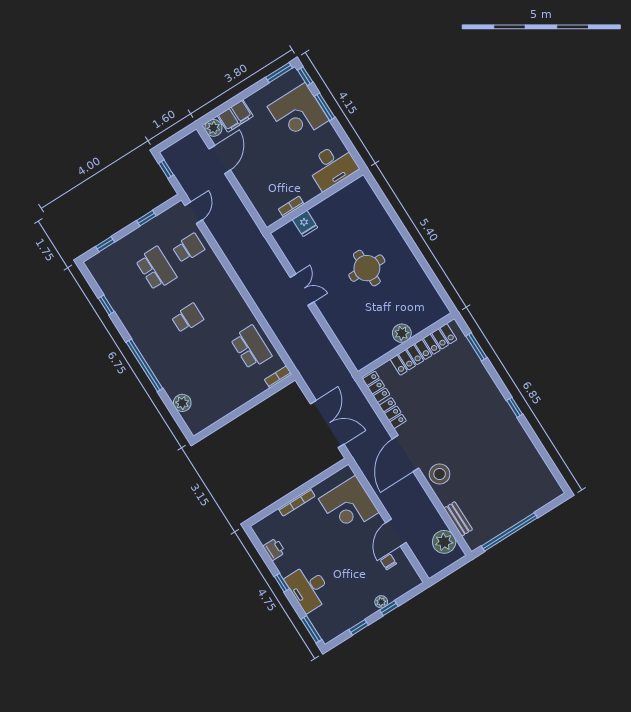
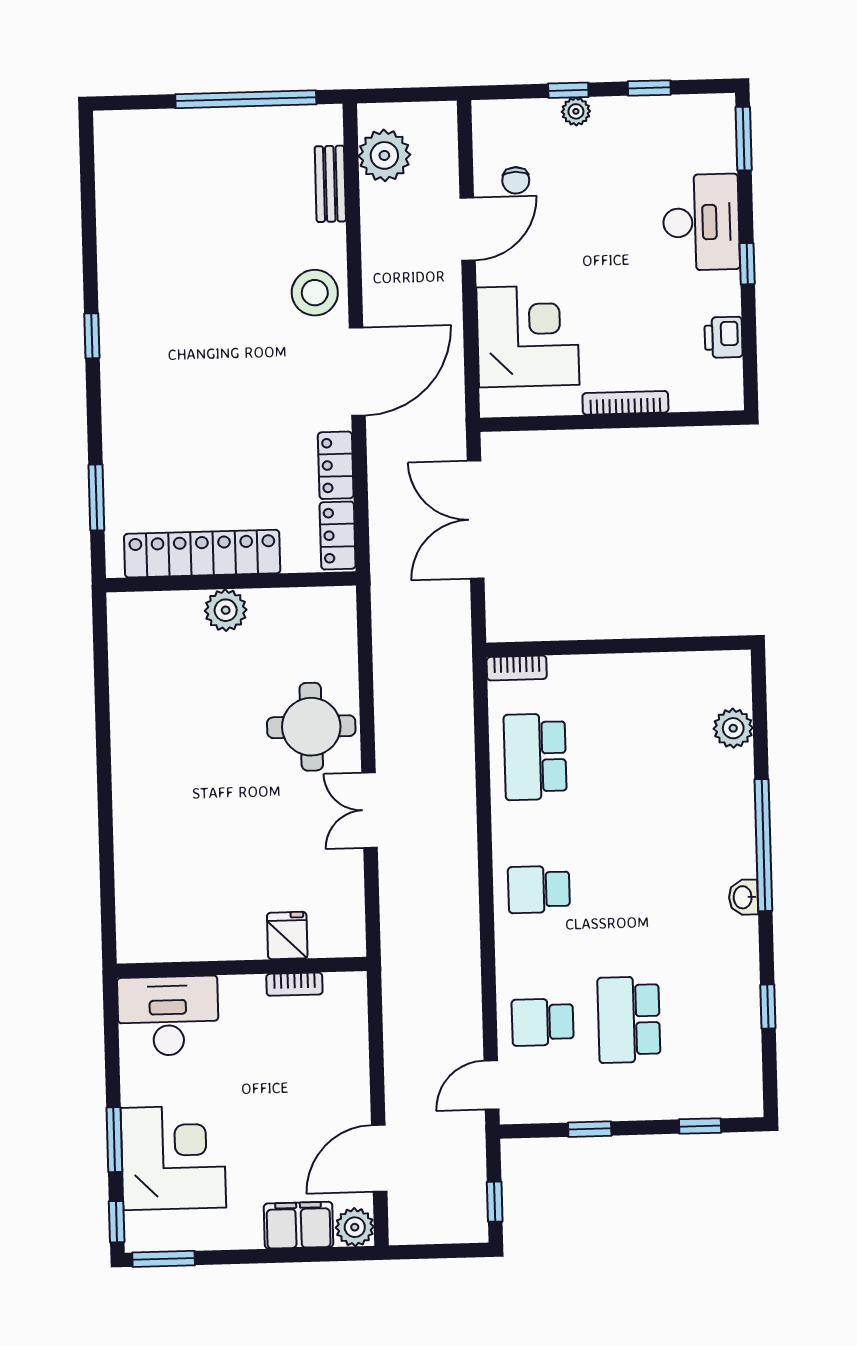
round table: (367, 268) -> (311, 727), moved
school desk: (187, 318) -> (539, 889), moved
washbasin: (140, 341) -> (743, 897), added

